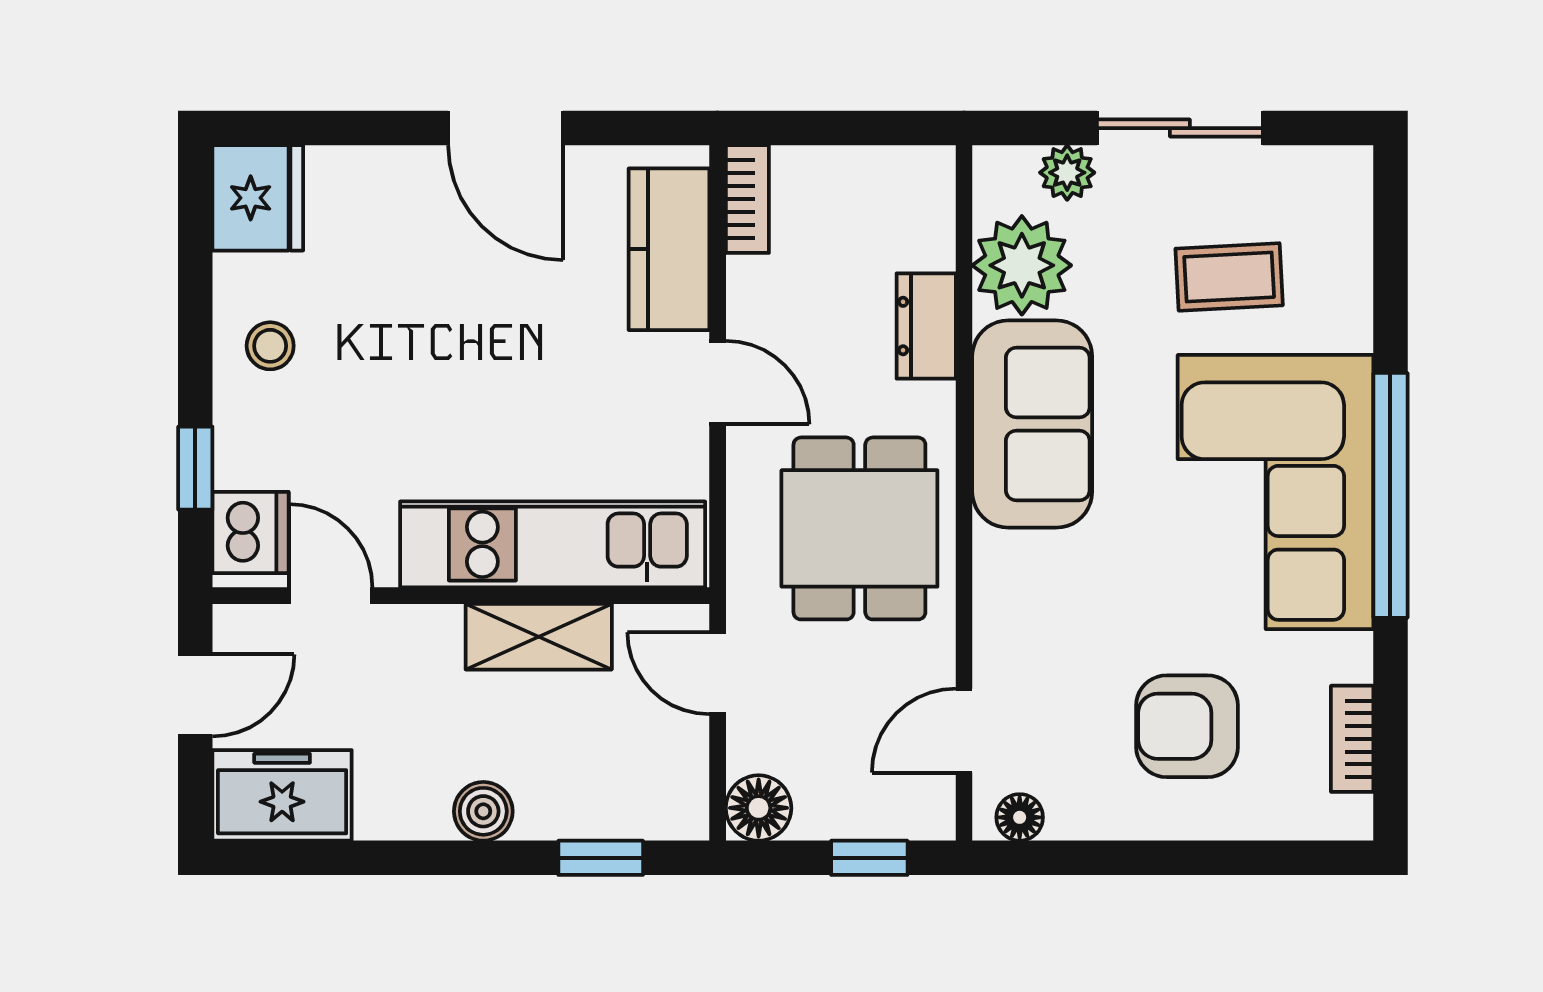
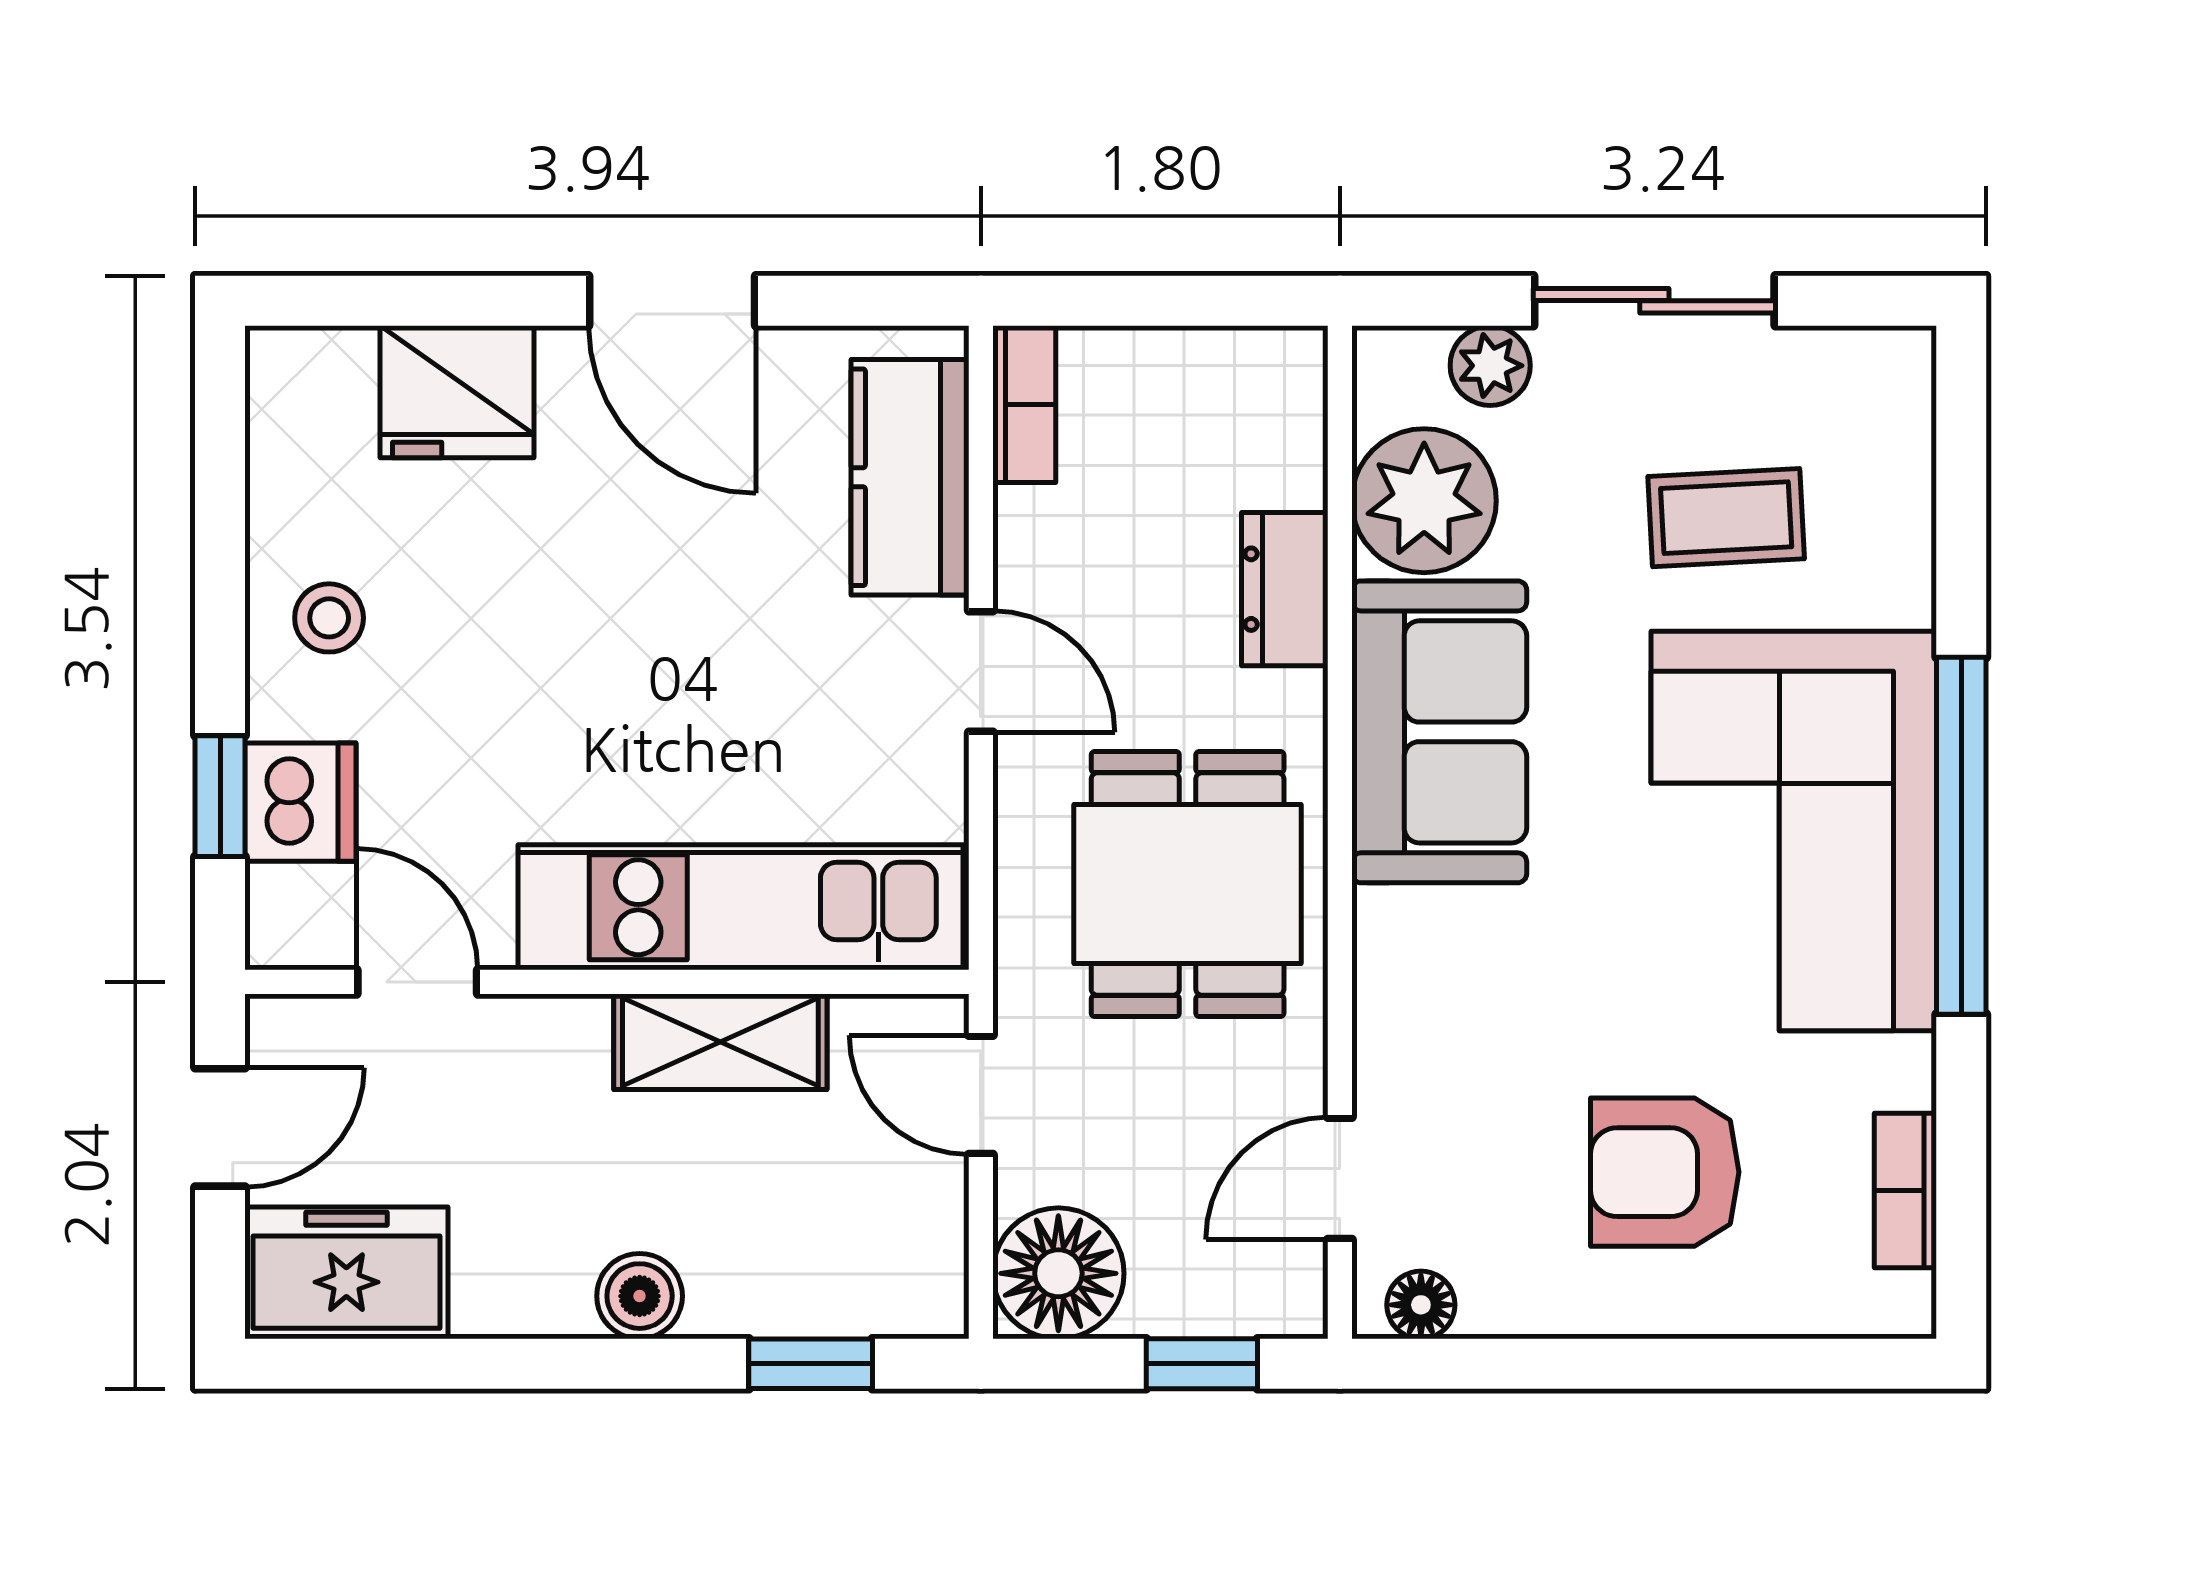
fridge: (258, 198) -> (457, 392), moved, turned 90
dishwasher: (250, 533) -> (300, 802), moved
floor lamp: (759, 808) -> (1058, 1273), width x1.38, depth x1.38

